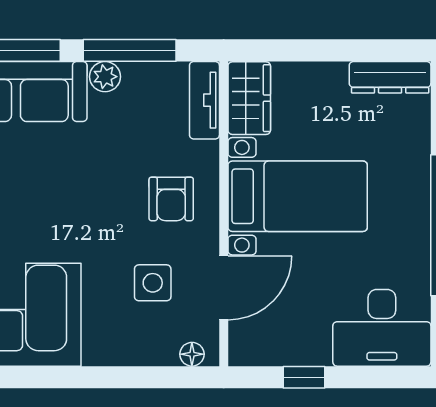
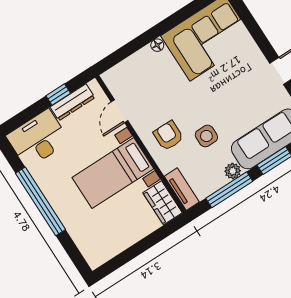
dresser: (390, 77) -> (72, 102), moved, turned 180
side table: (153, 283) -> (206, 136), moved
door: (224, 288) -> (120, 111), width x0.73
floor lamp: (192, 354) -> (157, 45), moved

